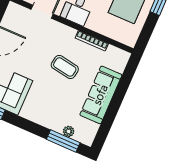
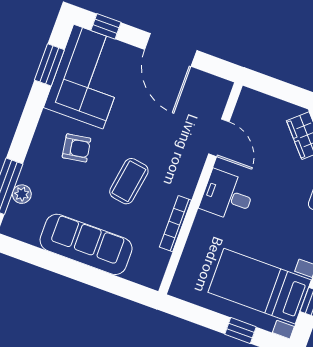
armchair: (43, 97) -> (77, 148), added

